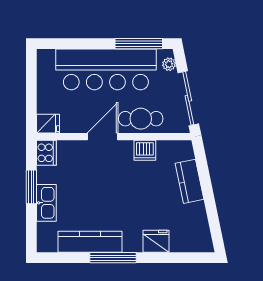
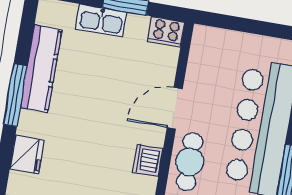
fridge: (48, 124) -> (204, 40), removed
door: (102, 137) -> (175, 108), swing flipped

